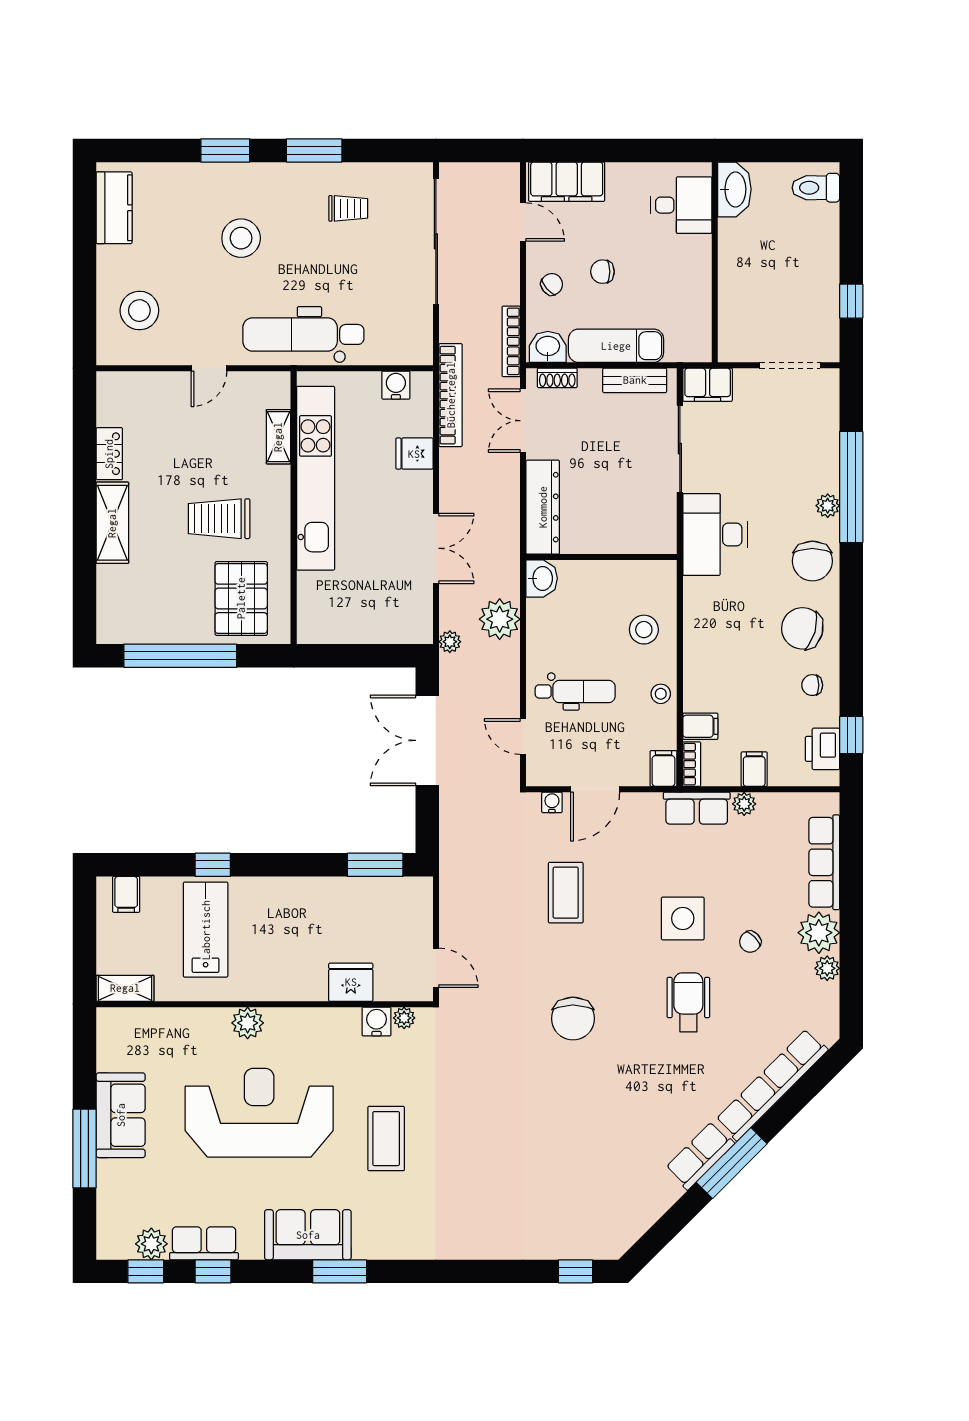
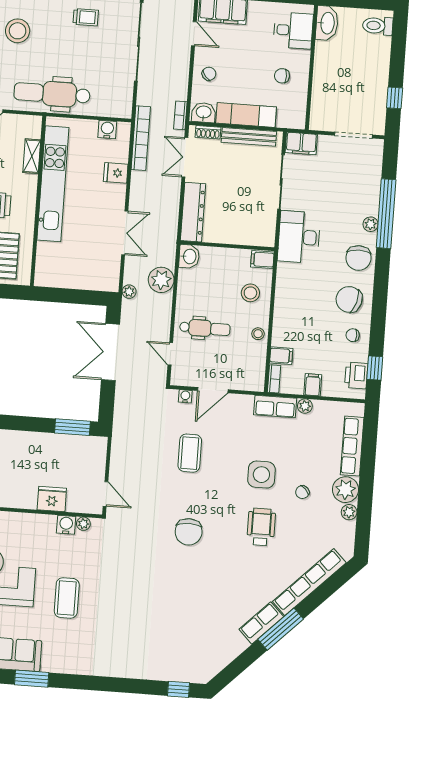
chair: (602, 272) -> (282, 76), moved
bookcase: (511, 341) -> (180, 115), width x0.64
bench: (635, 380) -> (249, 137), width x1.36
filing cabinet: (664, 768) -> (262, 259), moved, turned -90

